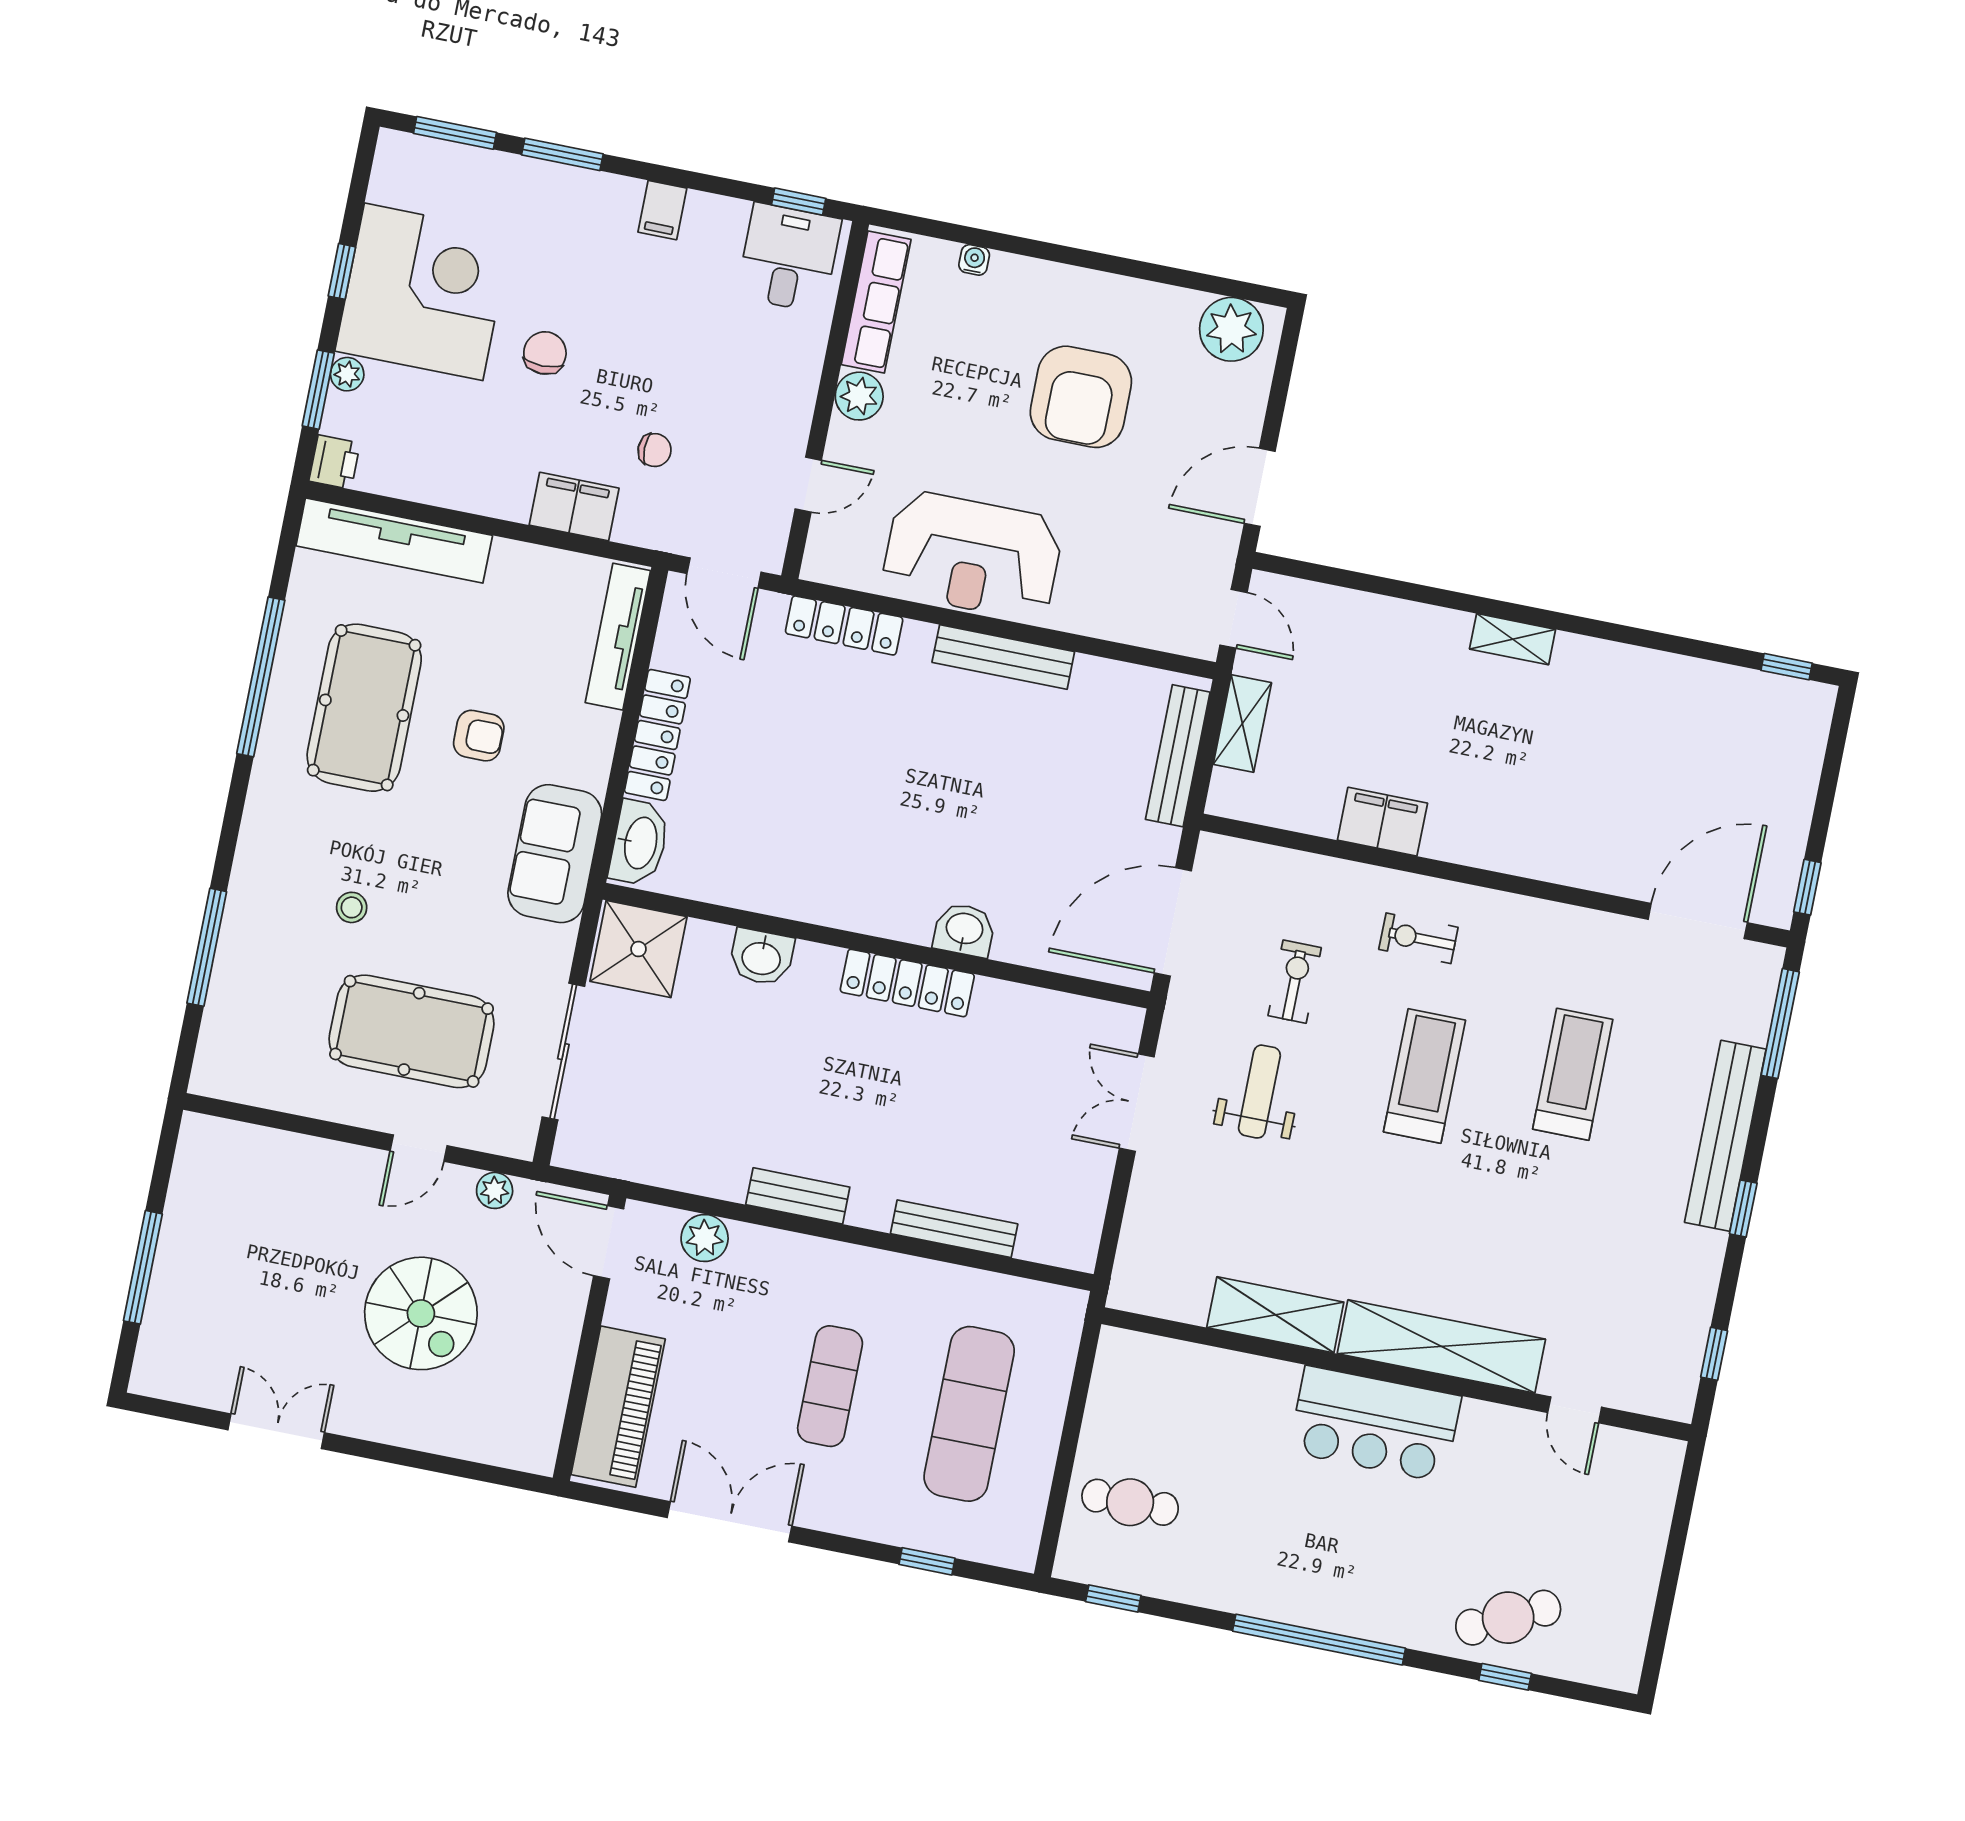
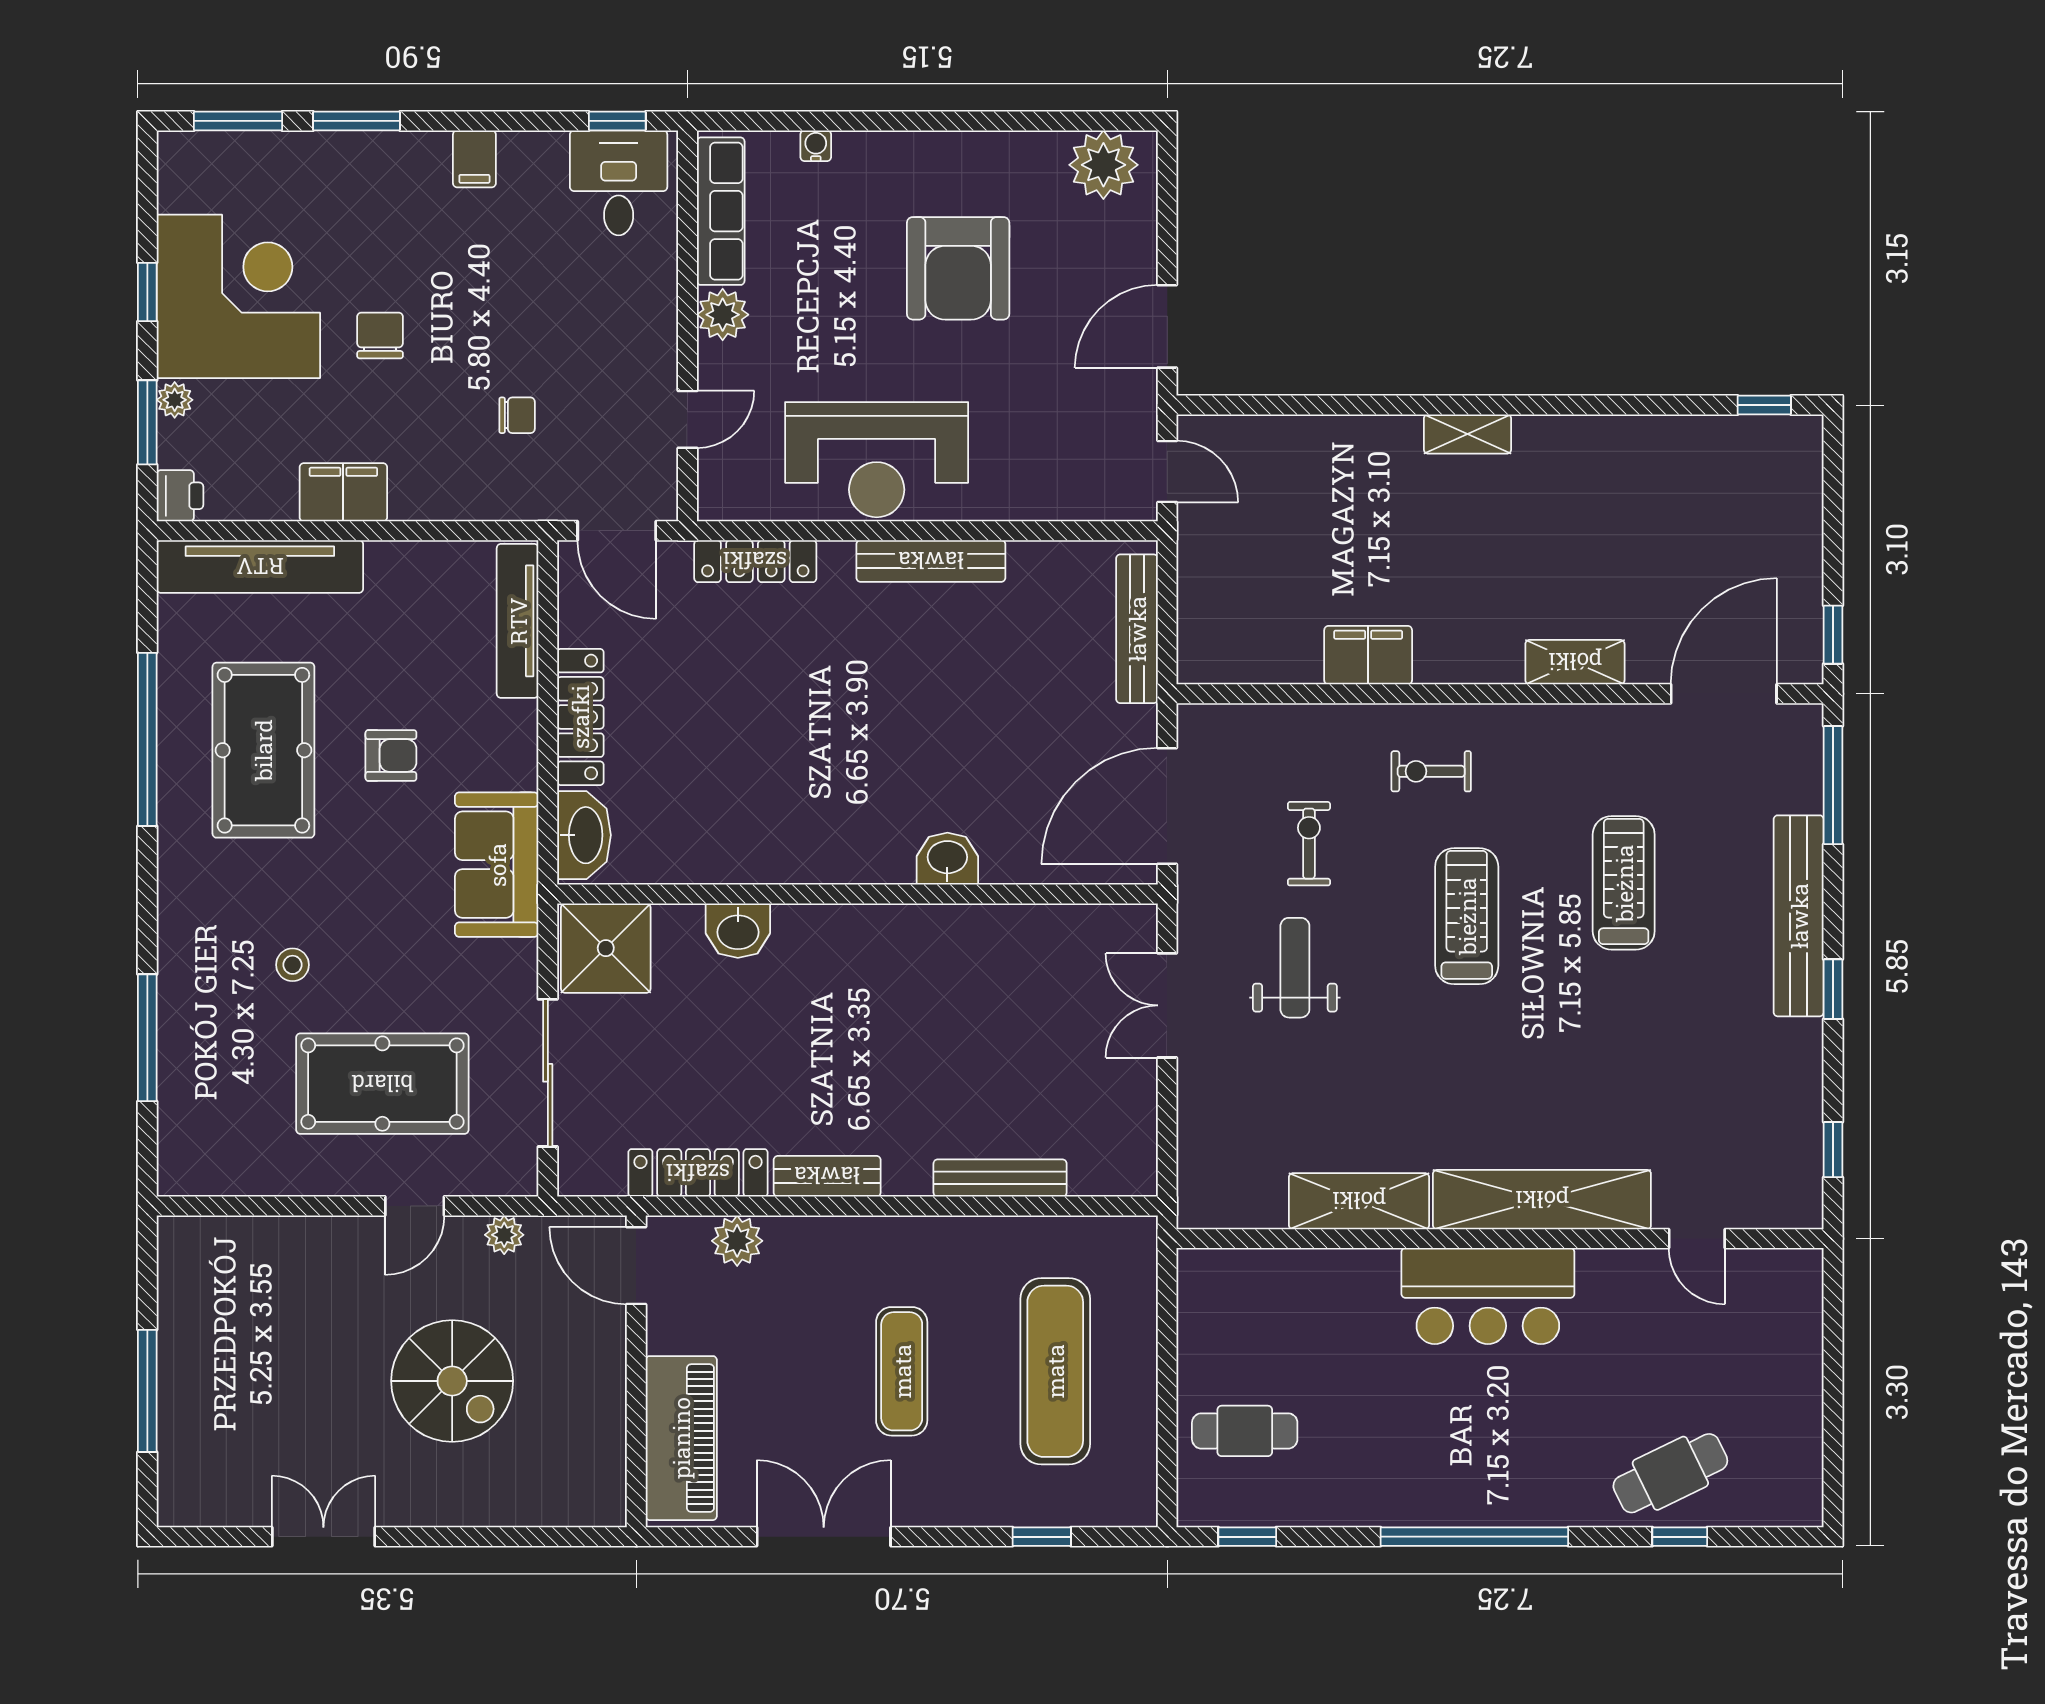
filing cabinet: (574, 507) -> (343, 492), moved
shelving: (1242, 724) -> (1575, 662), moved, turned 90
locker: (907, 983) -> (698, 1173), moved, turned 180

